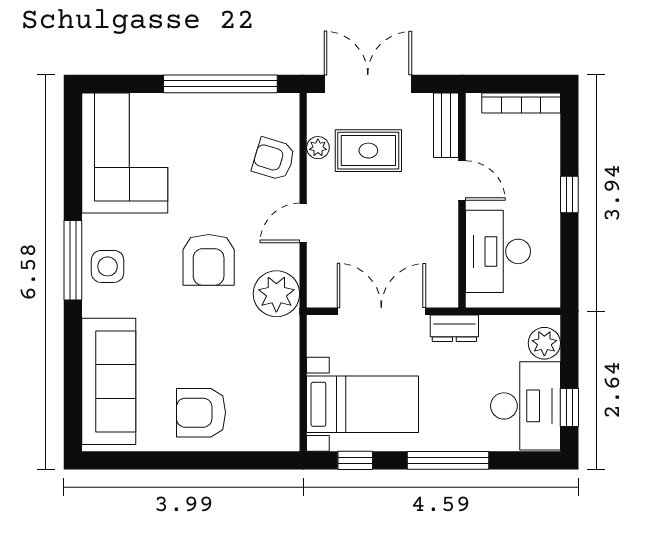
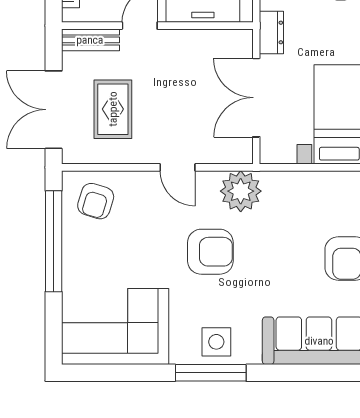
plant: (318, 148) -> (110, 154), removed
armchair: (273, 159) -> (96, 201), moved

